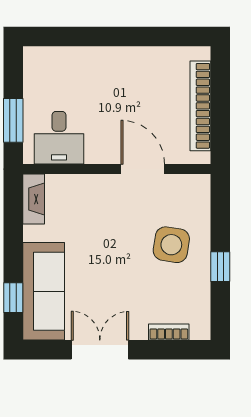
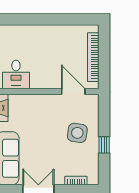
door: (143, 169) -> (73, 92), moved

